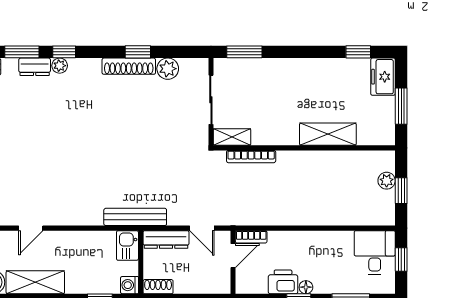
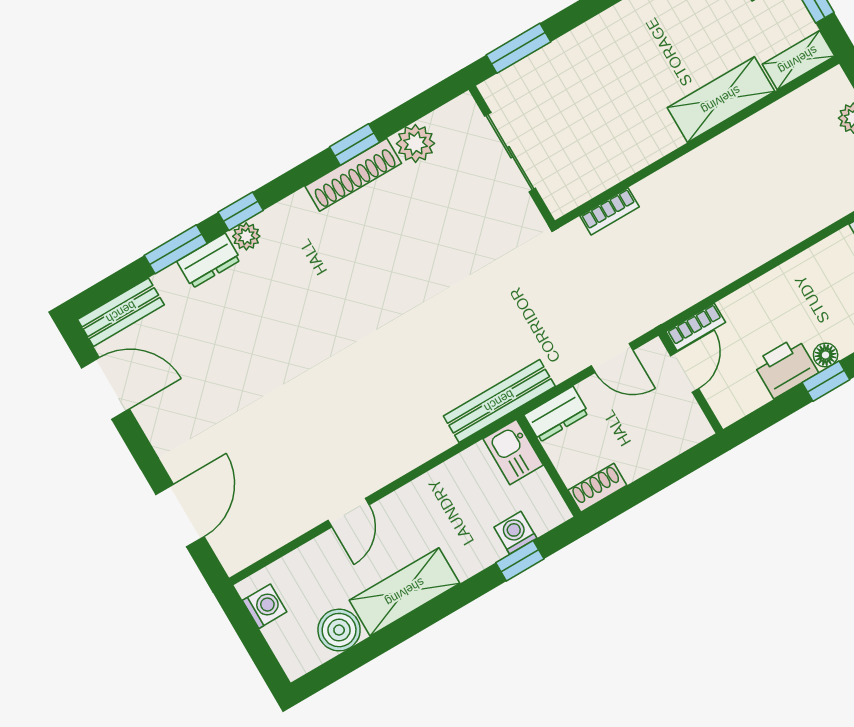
shelving: (232, 137) -> (798, 60), moved
bookcase: (251, 157) -> (610, 211), width x0.64
dresser: (166, 240) -> (556, 414), width x0.70
washing machine: (129, 285) -> (515, 533), moved, turned 90

